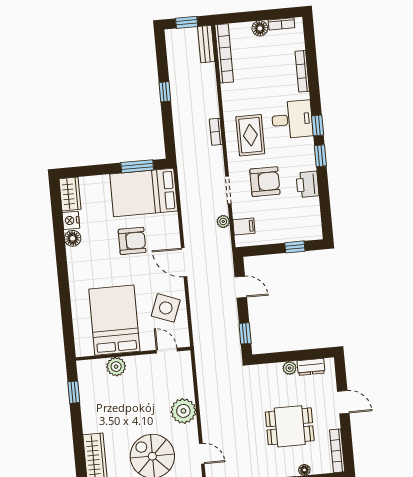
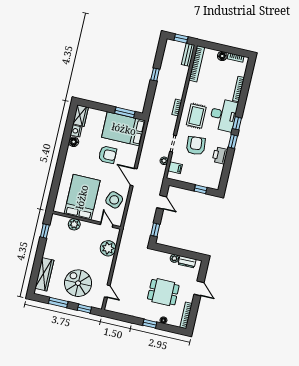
desk: (292, 119) -> (223, 115), width x1.37
armchair: (265, 182) -> (196, 146), turned -95
plant: (183, 411) -> (108, 248), moved

